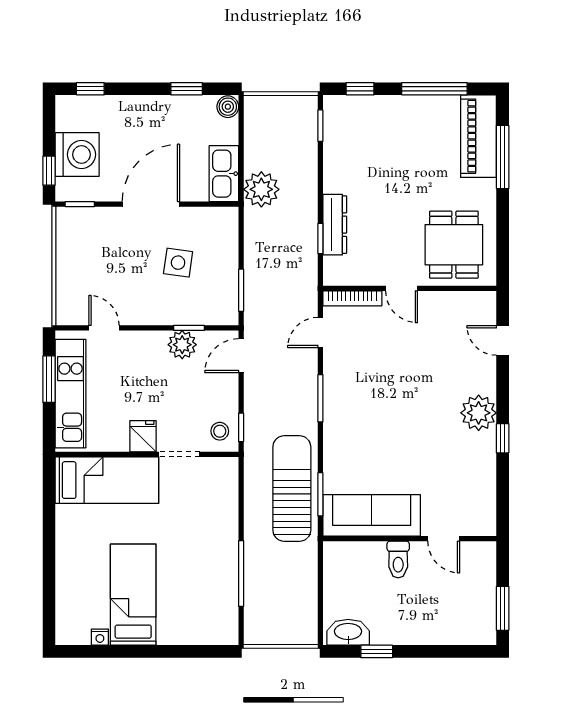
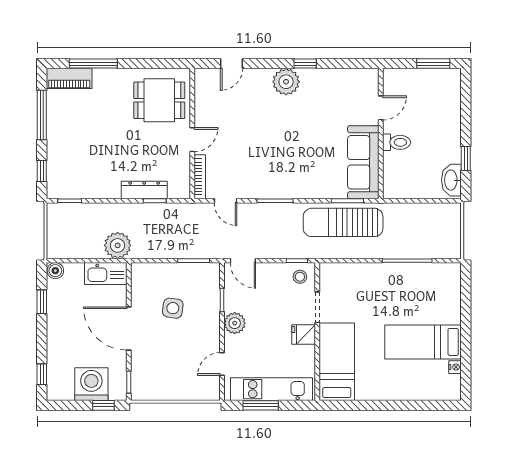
piano: (479, 136) -> (69, 78), width x0.73, depth x0.75
plant: (182, 345) -> (235, 323), moved

